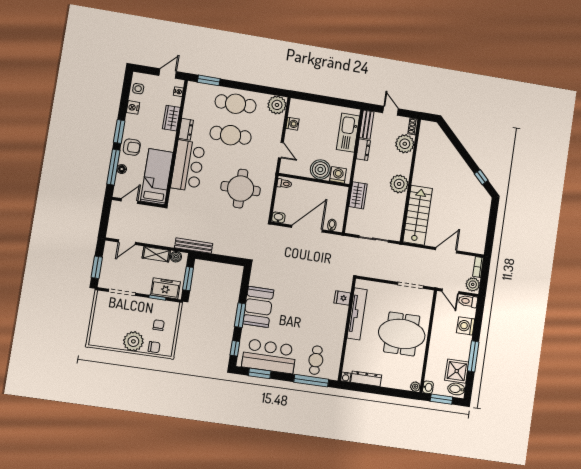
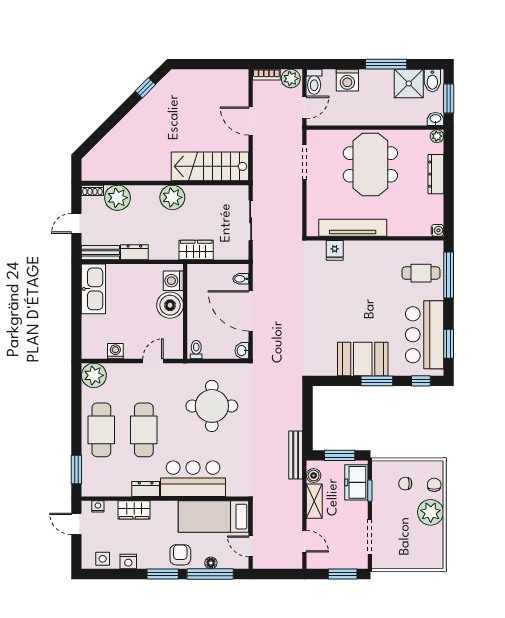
kitchen sink: (348, 133) -> (93, 289), moved, turned -90
dresser: (366, 379) -> (436, 174), moved

